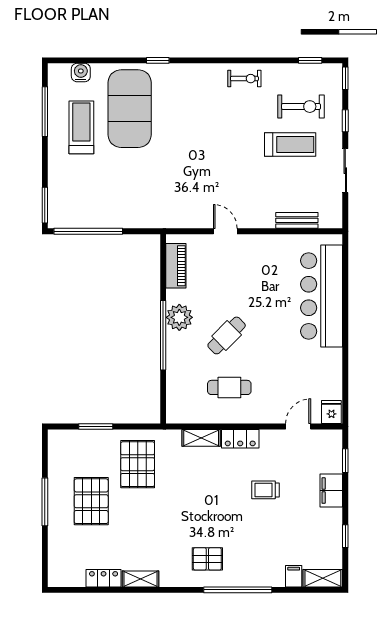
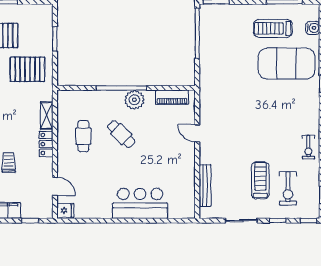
treadmill: (81, 127) -> (273, 28), turned 180
treadmill: (290, 145) -> (260, 180), turned 180
bench: (297, 220) -> (205, 185), width x1.36
door: (225, 231) -> (197, 133), swing flipped
bar counter: (322, 296) -> (140, 203), width x0.73

